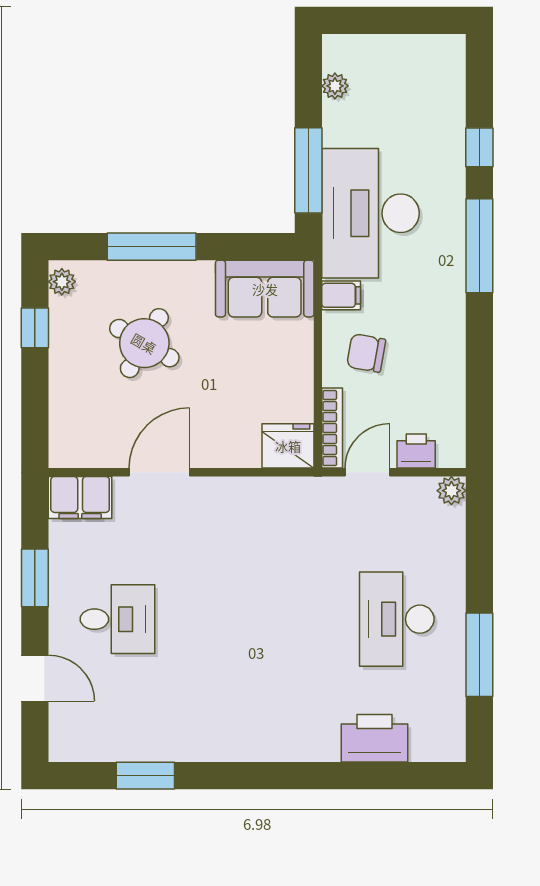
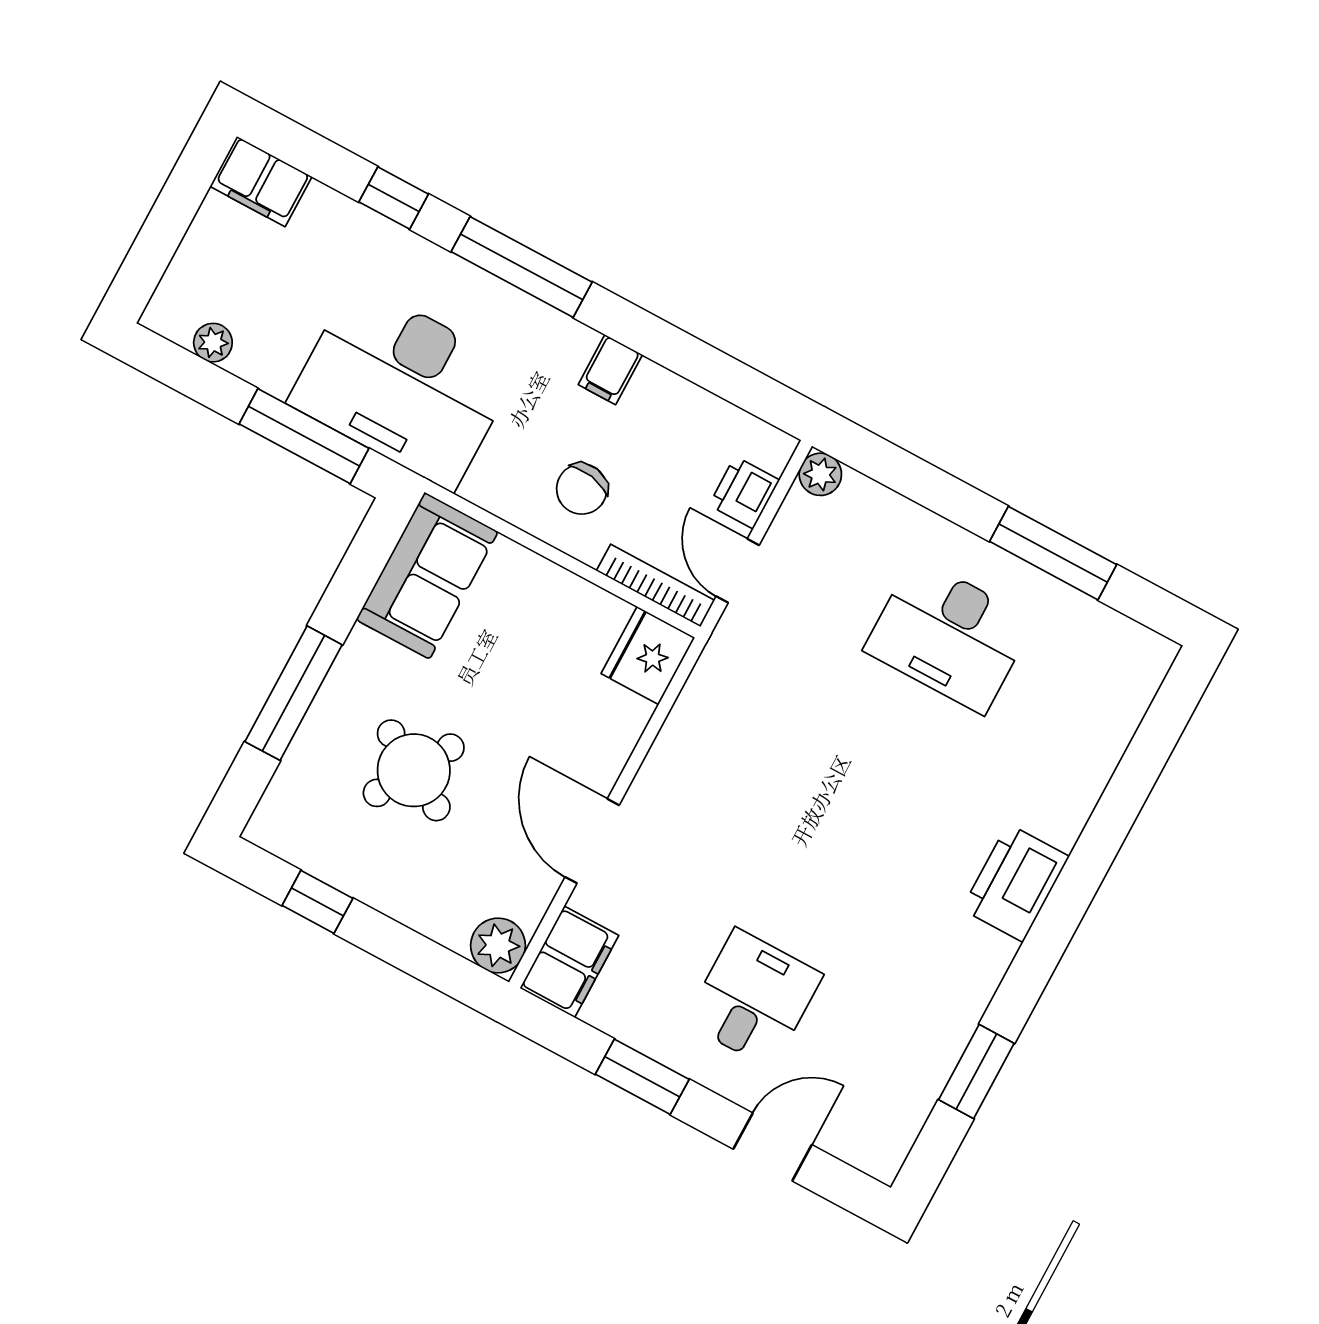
filing cabinet: (446, 63) -> (261, 182), added
plant: (62, 282) -> (498, 945), moved, width x1.38, depth x1.38
filing cabinet: (341, 295) -> (610, 370), moved, turned 180
printer: (374, 738) -> (1015, 883), moved

